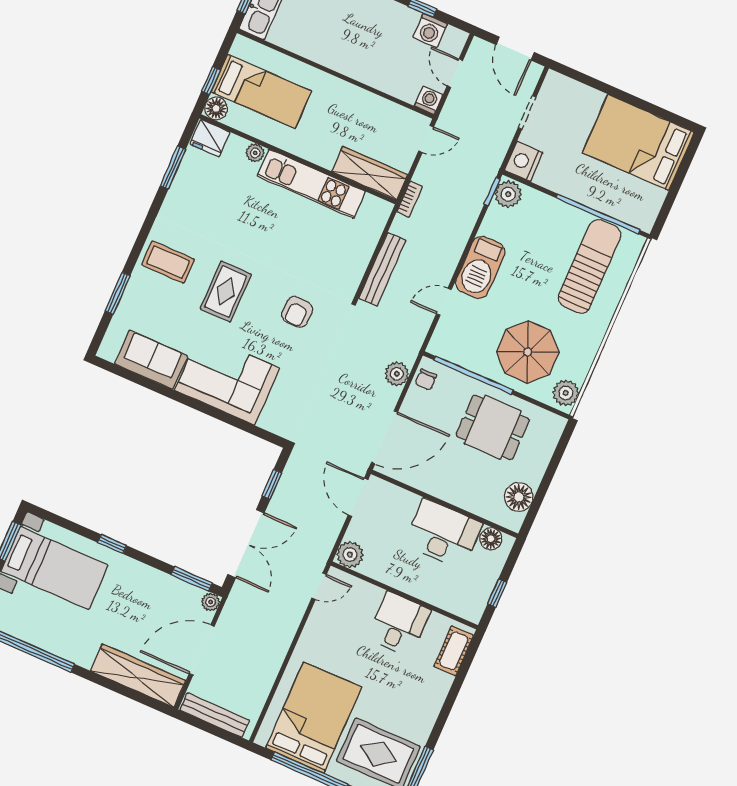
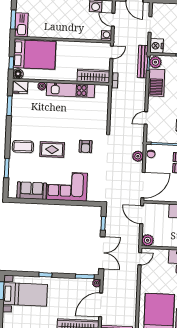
bed: (261, 91) -> (34, 55), width x1.50
barbecue: (480, 268) -> (156, 83), moved
bench: (382, 269) -> (143, 62), moved
rug: (226, 292) -> (52, 150), turned 90

